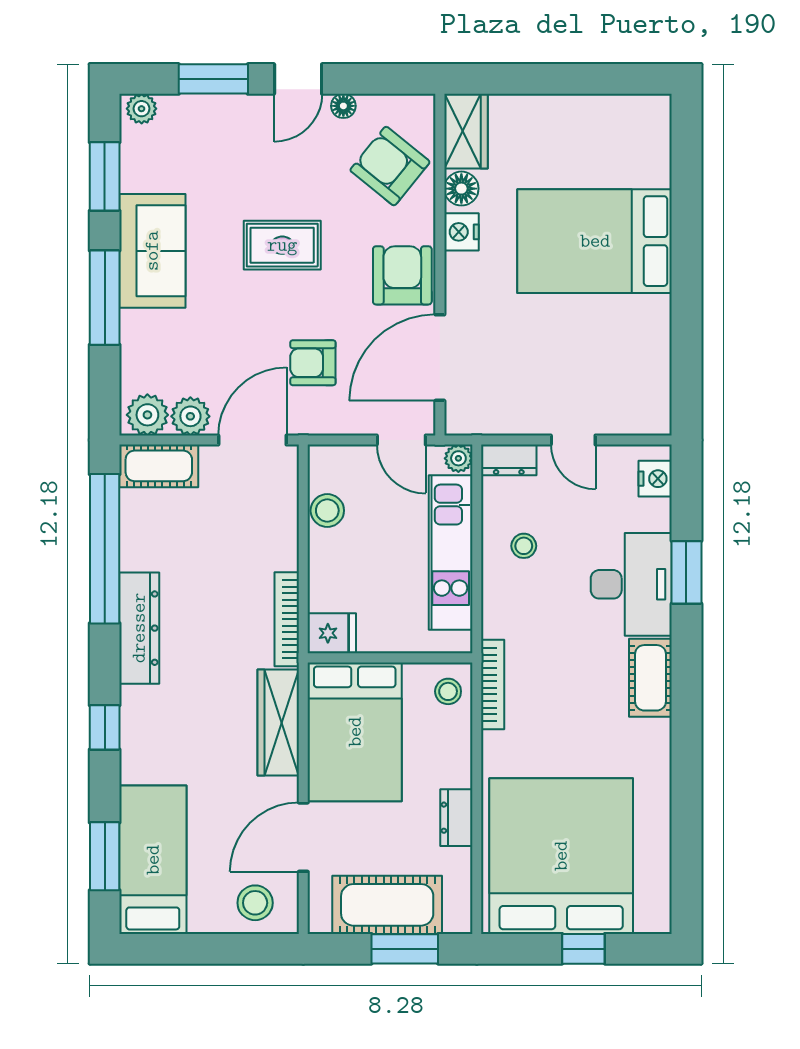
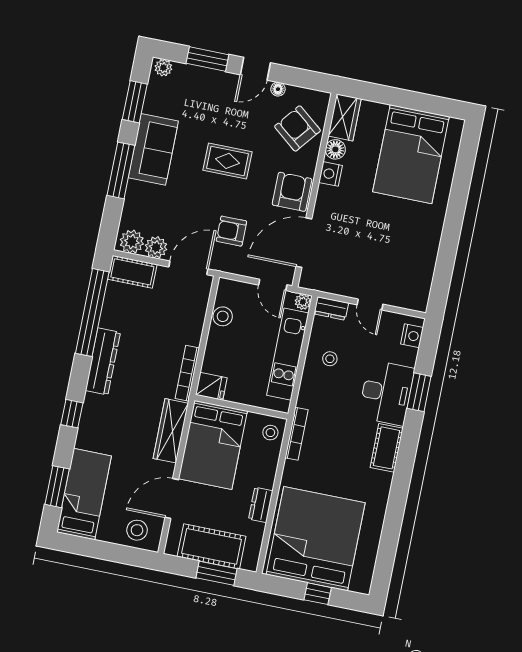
bed: (595, 241) -> (411, 154), moved, turned -90

